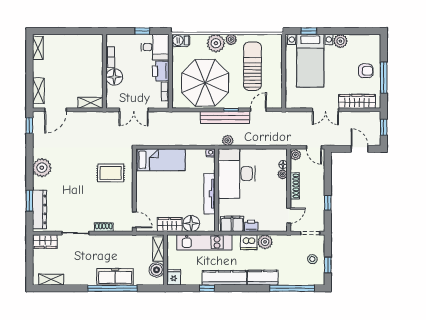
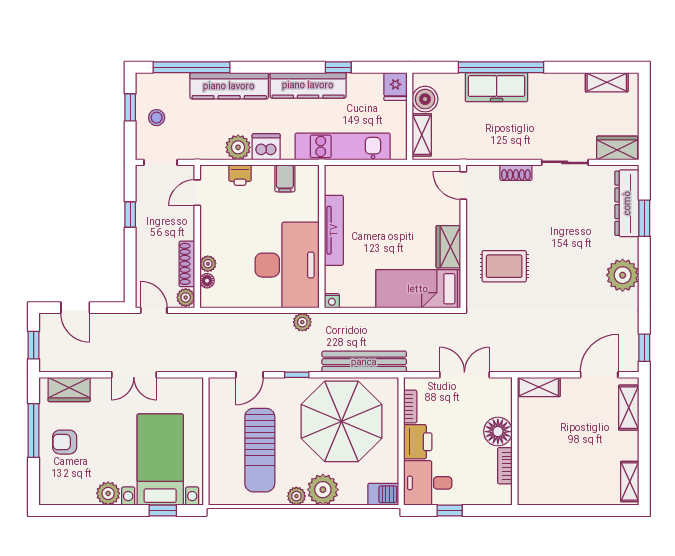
wardrobe: (357, 101) -> (69, 390), width x0.67
double door: (325, 110) -> (134, 375), swing flipped
bench: (225, 117) -> (364, 362), moved
shoe rack: (295, 186) -> (187, 264), moved
floor lamp: (191, 223) -> (365, 179), removed
wardrobe: (170, 224) -> (448, 247), moved, turned 90
filing cabinet: (232, 224) -> (285, 178), width x0.50
printer: (251, 226) -> (240, 175), moved
kitchen counter: (263, 278) -> (229, 86), width x1.50

